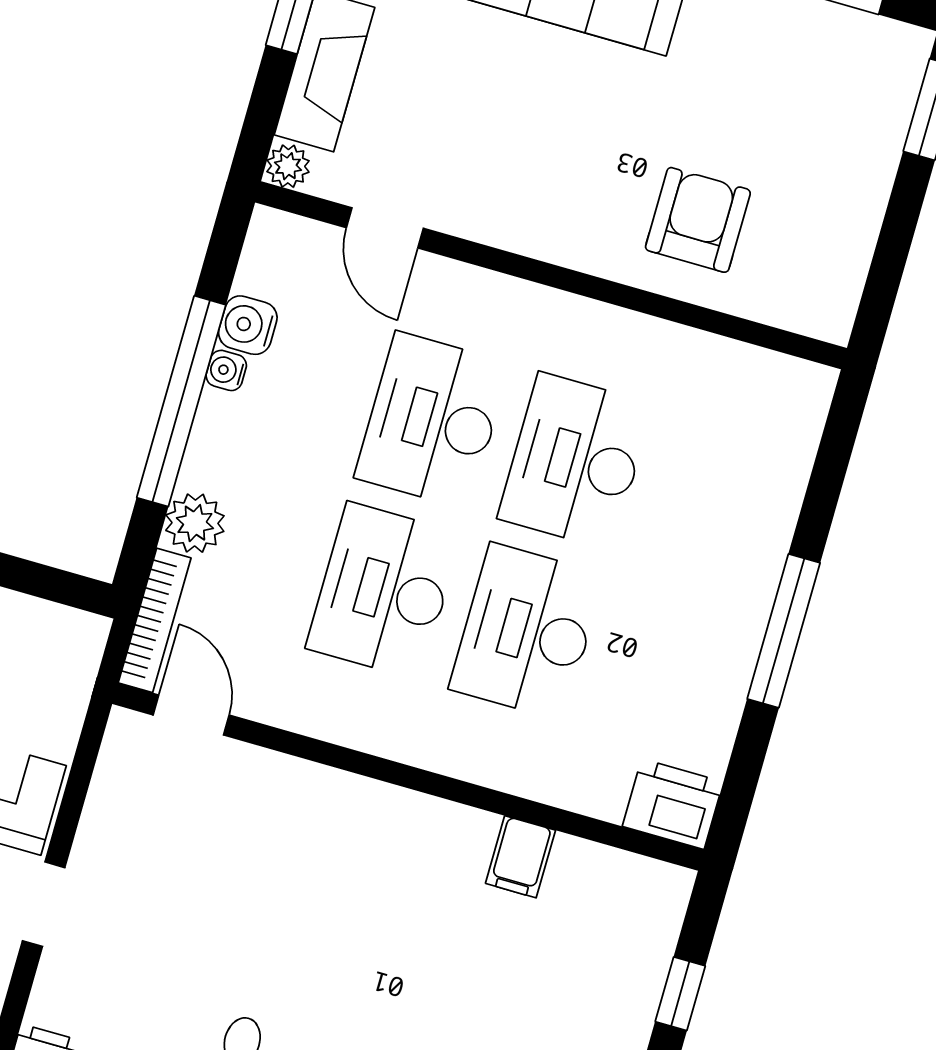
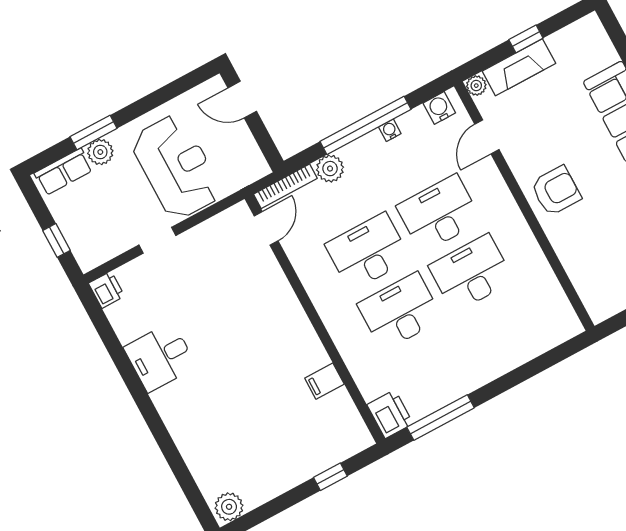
armchair: (698, 220) -> (556, 191), moved
water cooler: (248, 325) -> (439, 108), moved
window: (784, 631) -> (441, 418), moved

